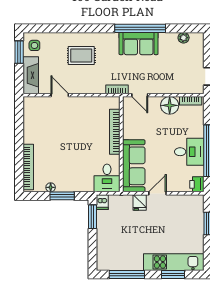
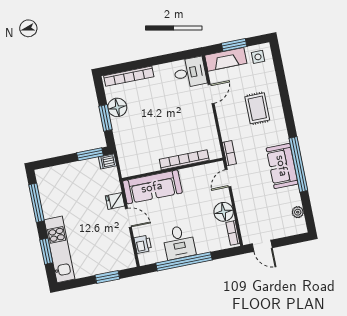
window: (19, 52) -> (234, 45), moved
desk: (107, 178) -> (190, 72), moved, turned 180
printer: (197, 184) -> (143, 244), moved, turned 90
floor lamp: (51, 187) -> (117, 107), width x1.89, depth x1.89

